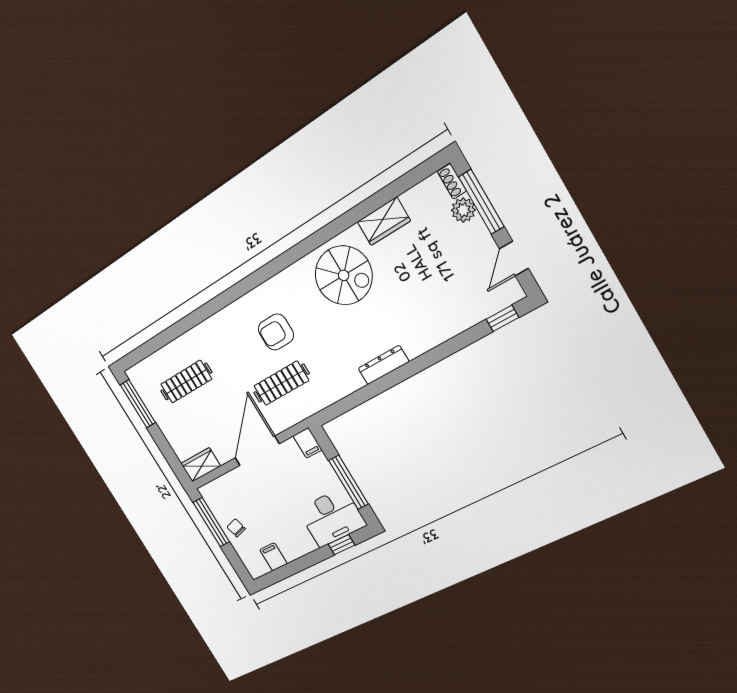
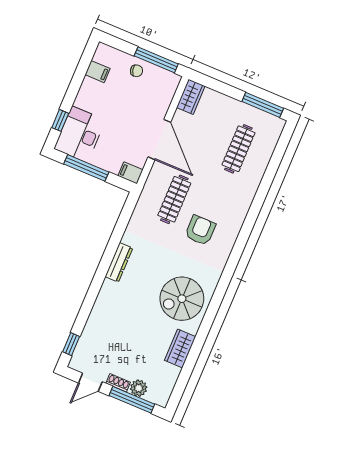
shoe rack: (452, 181) -> (118, 383), moved
door: (514, 258) -> (90, 382), swing flipped

